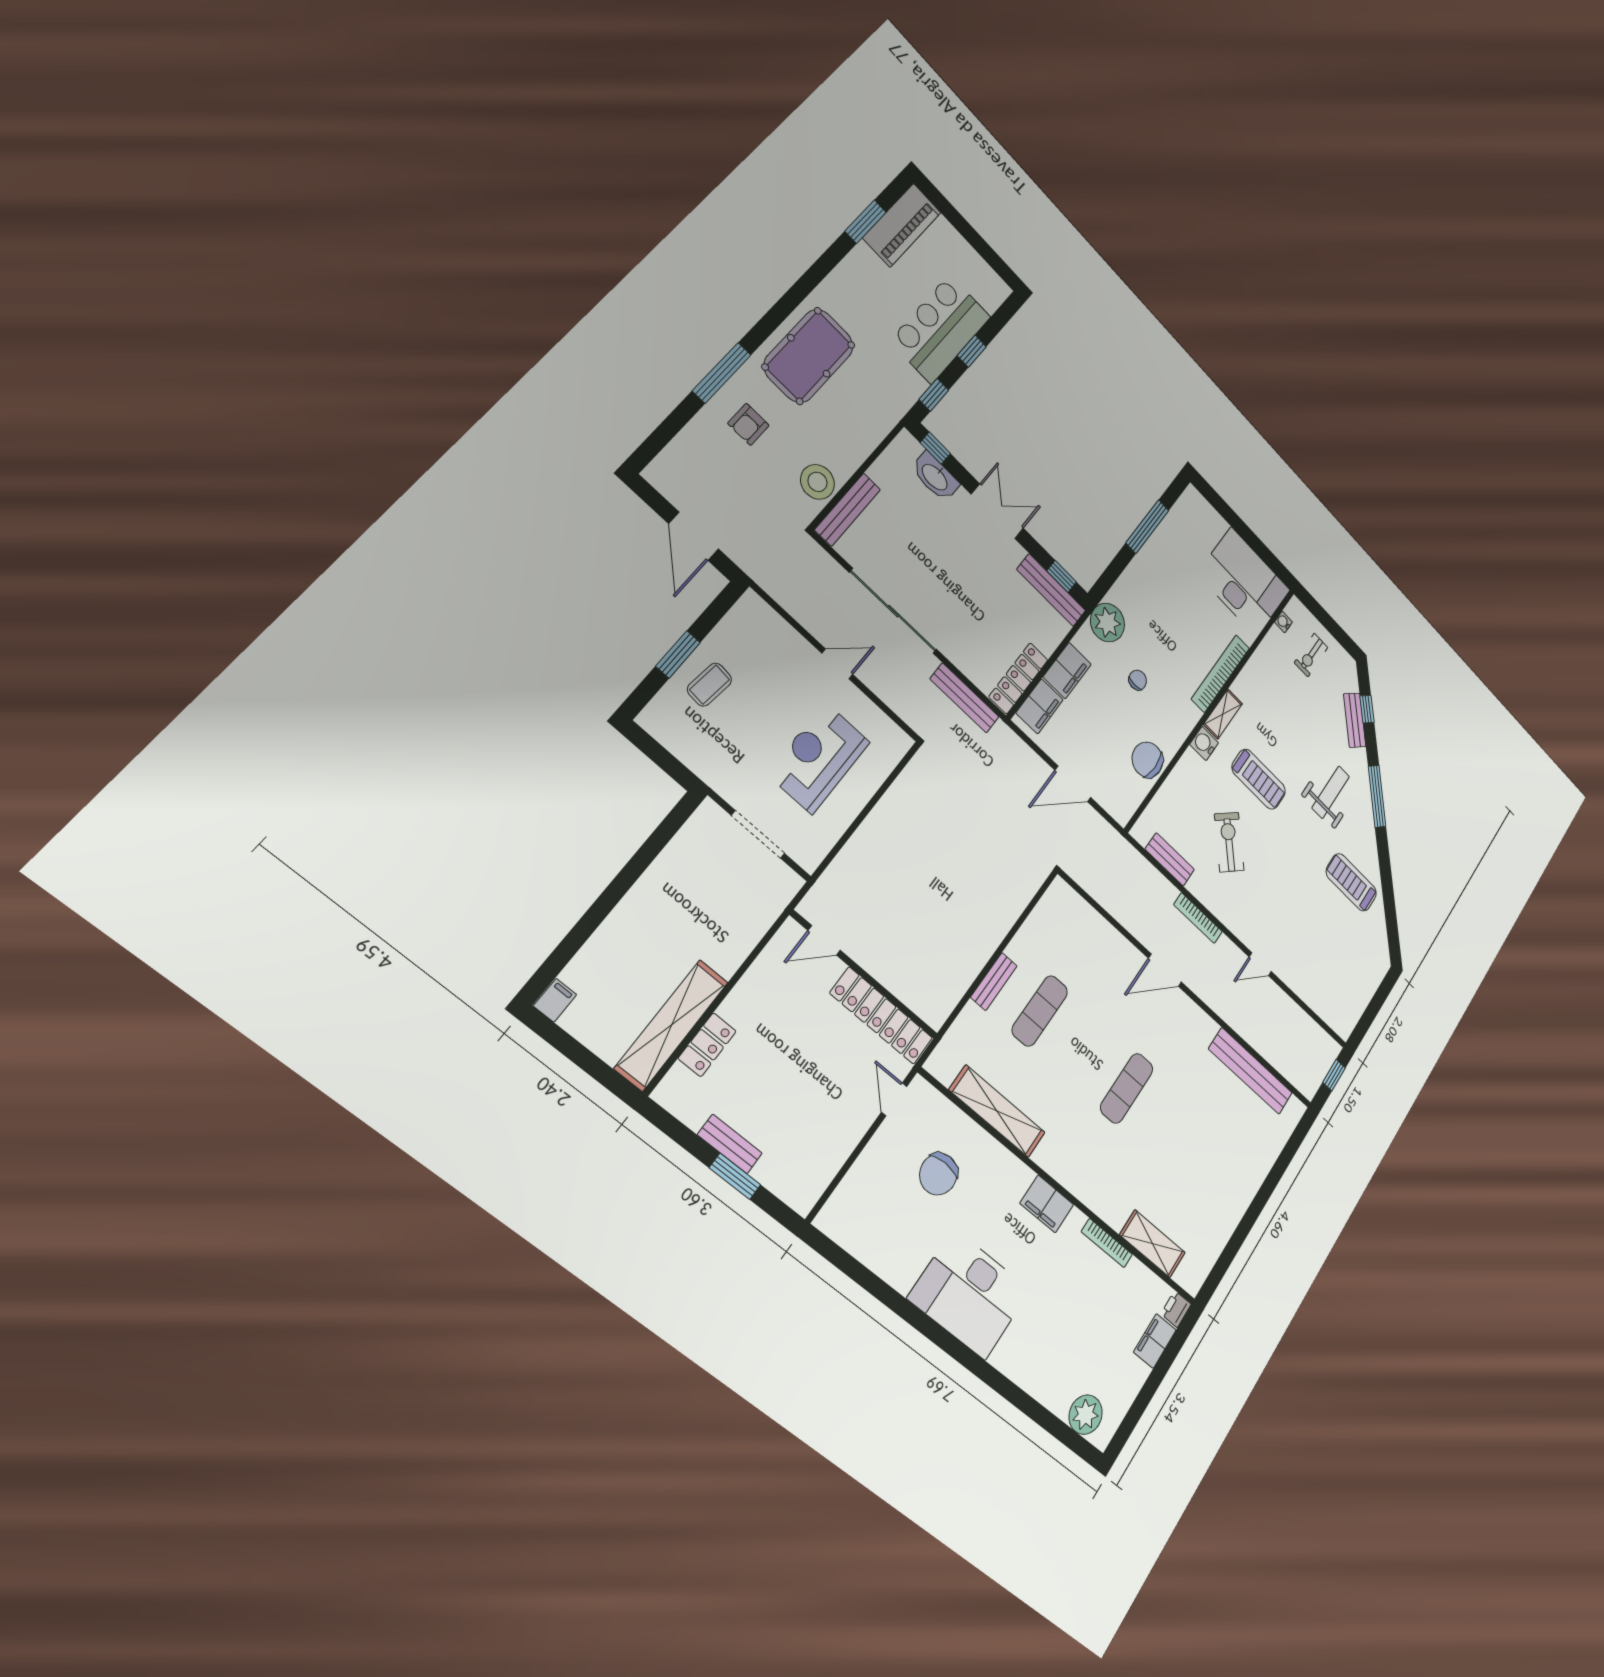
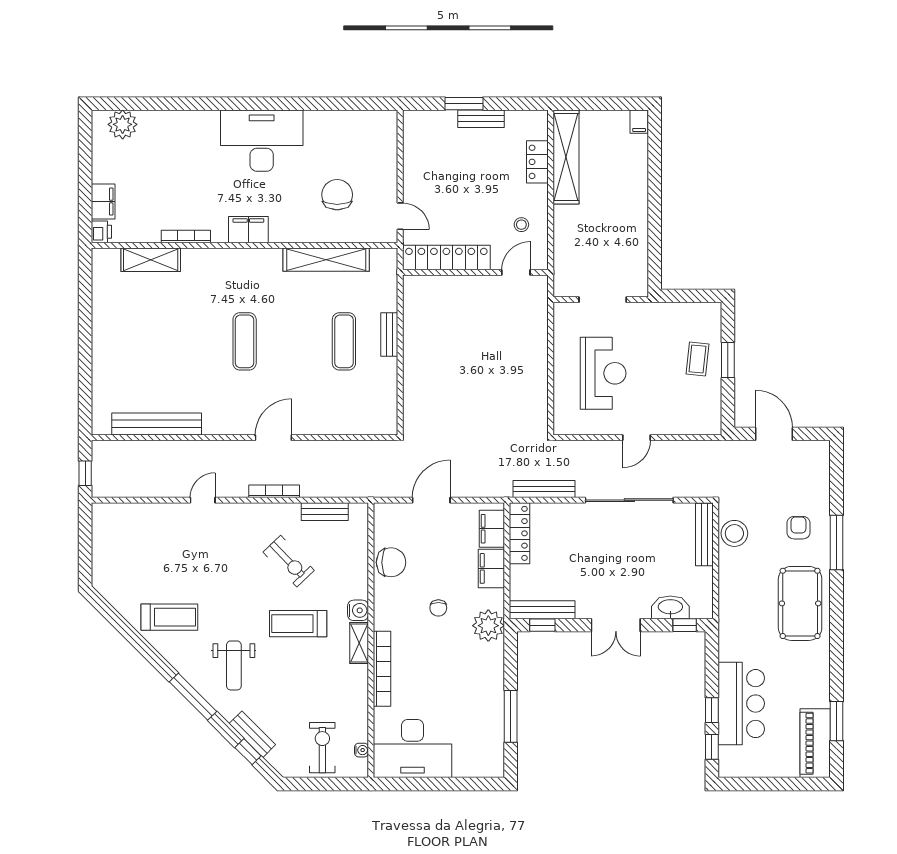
window: (934, 395) -> (712, 747), moved
exercise bike: (1311, 655) -> (322, 748), width x1.38, depth x1.39
stool: (779, 988) -> (521, 225), added

